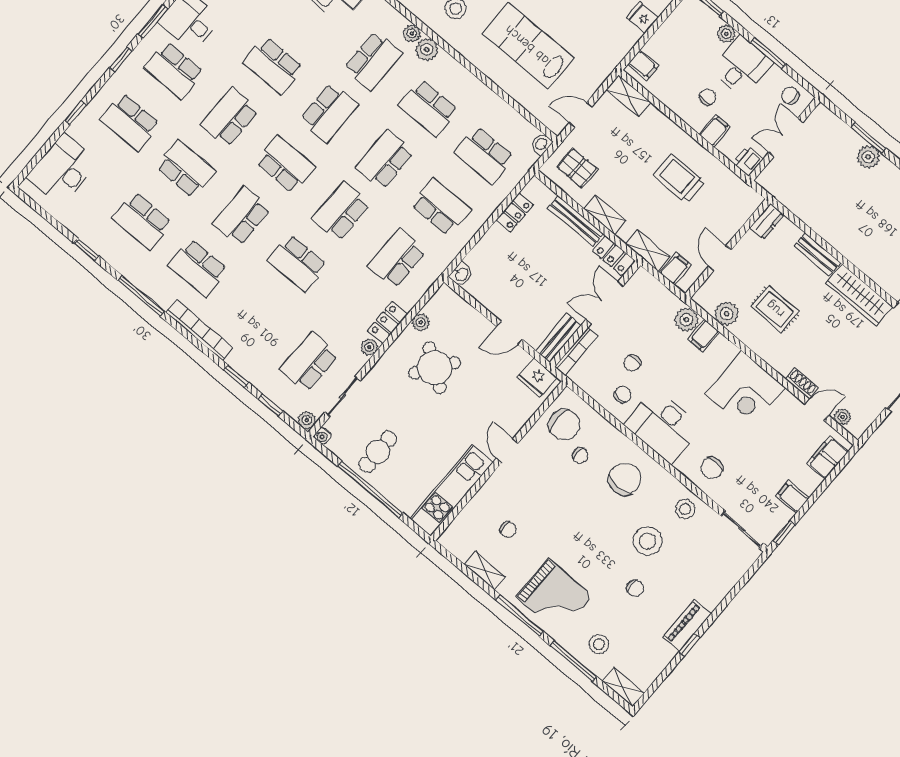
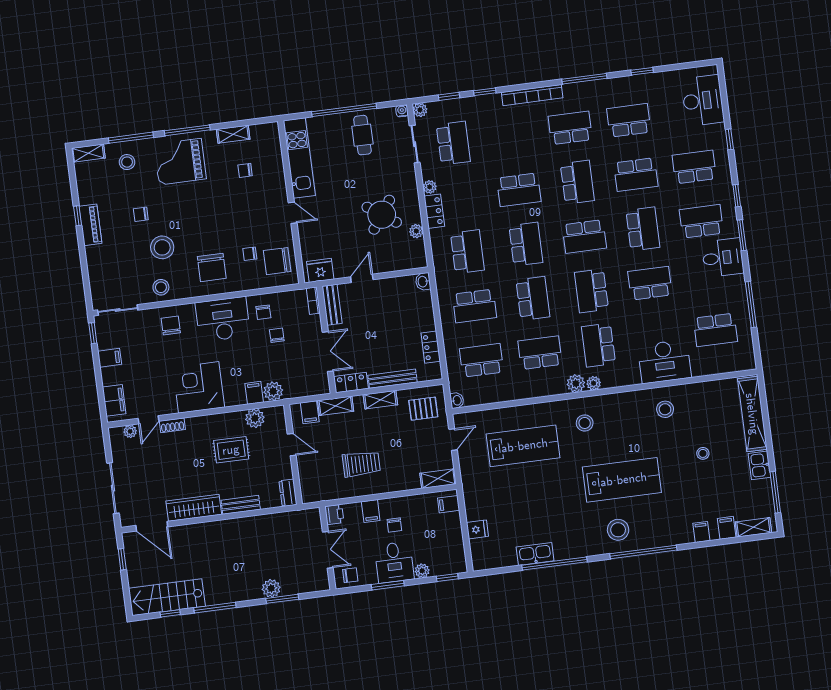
school desk: (297, 263) -> (519, 190), turned 180
bookcase: (576, 351) -> (313, 301), width x0.64

